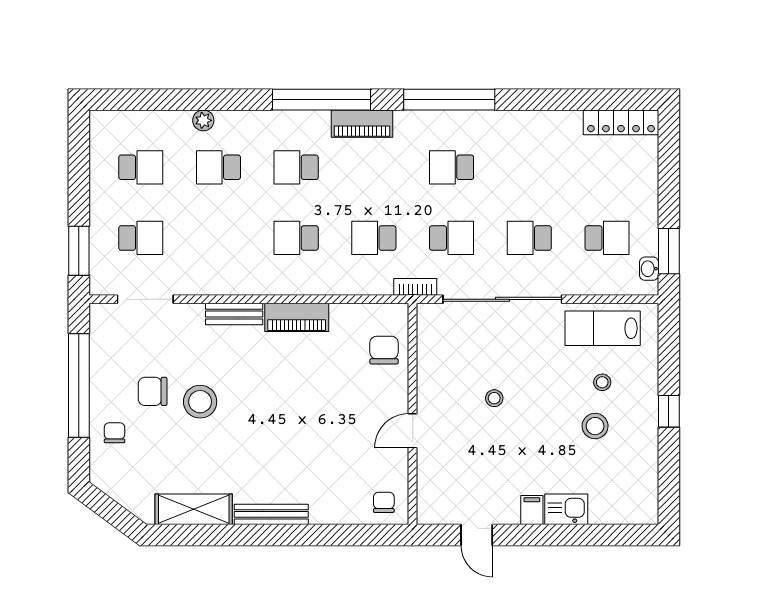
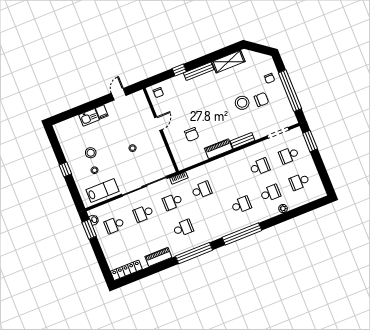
piano: (362, 124) -> (158, 257), moved
school desk: (296, 238) -> (260, 167), moved
school desk: (529, 238) -> (143, 213), turned 180
chair: (384, 350) -> (192, 134), moved
window: (315, 535) -> (179, 70), added
door: (477, 535) -> (119, 94), hinge flipped

